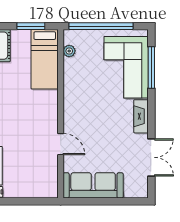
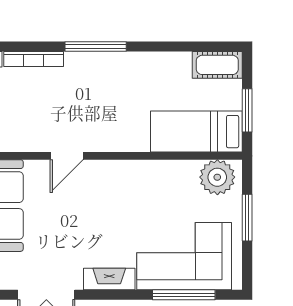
window: (101, 26) -> (247, 218), width x0.47
plant: (69, 51) -> (217, 177), width x1.87, depth x1.87

